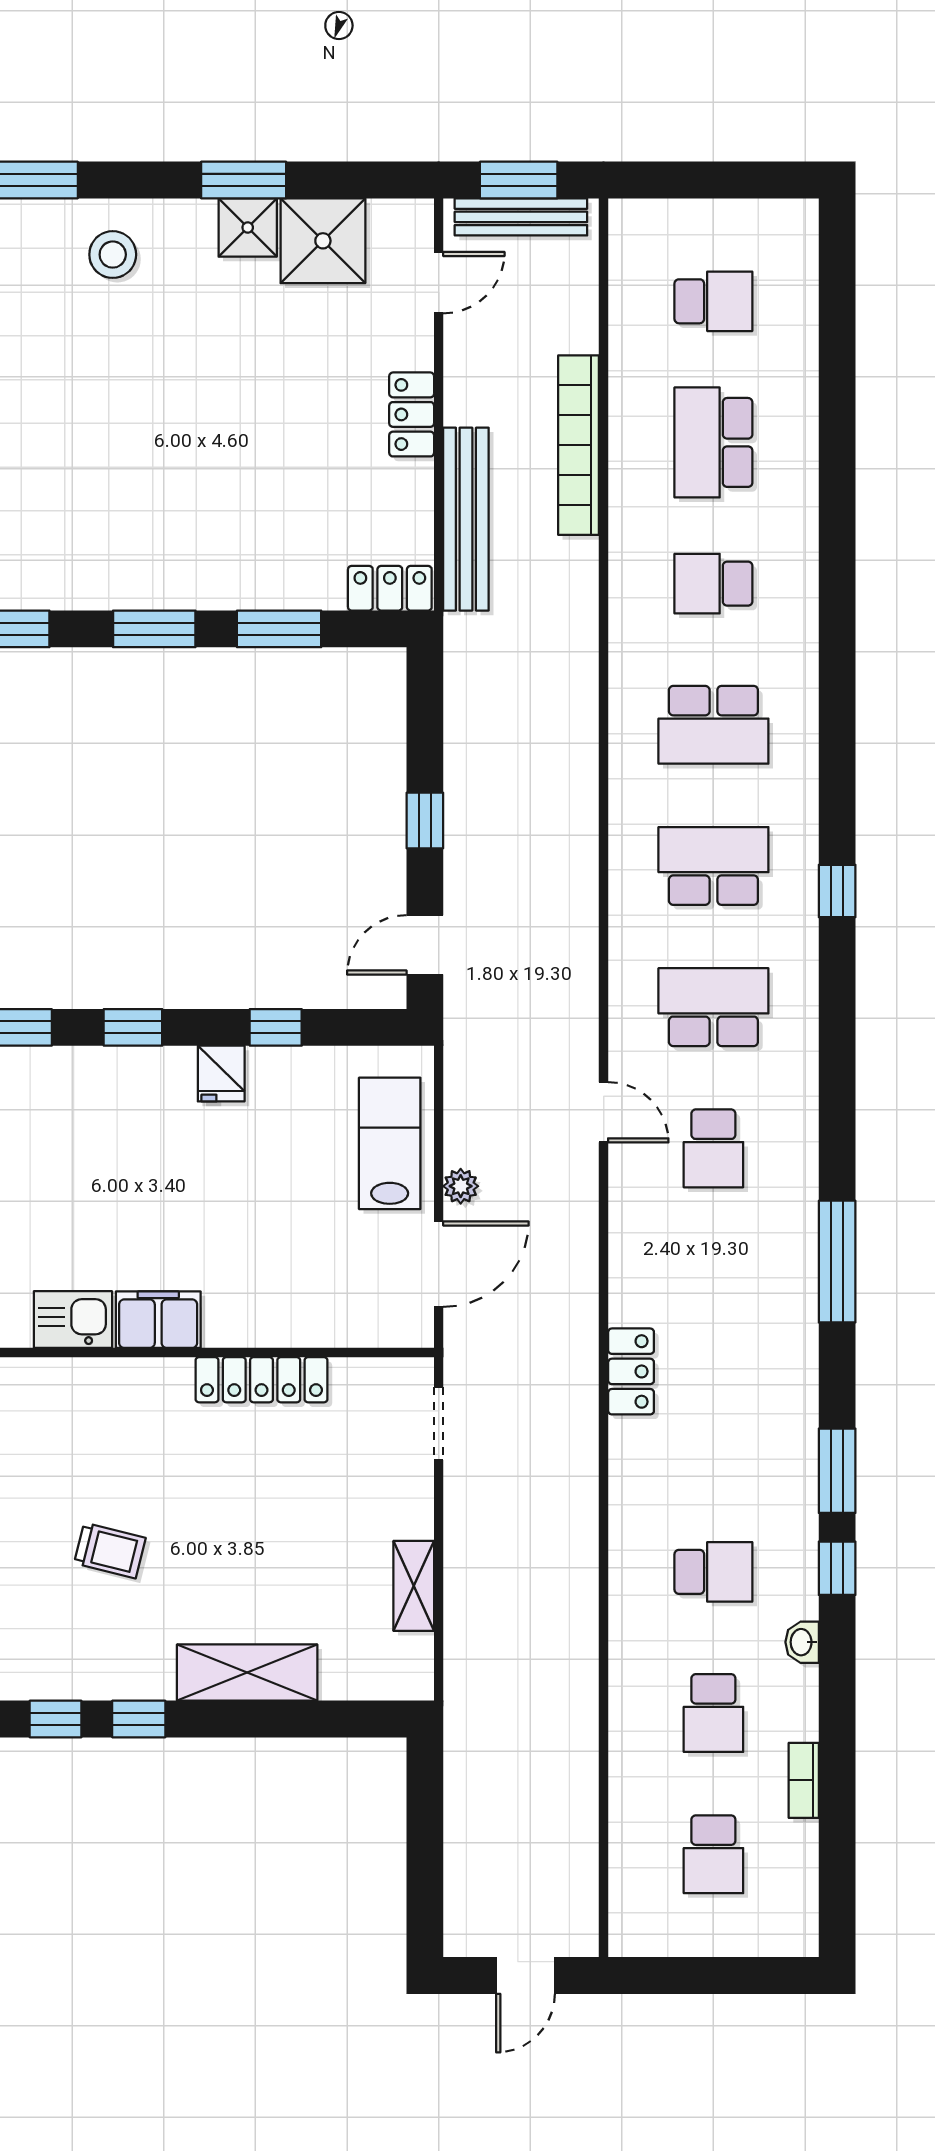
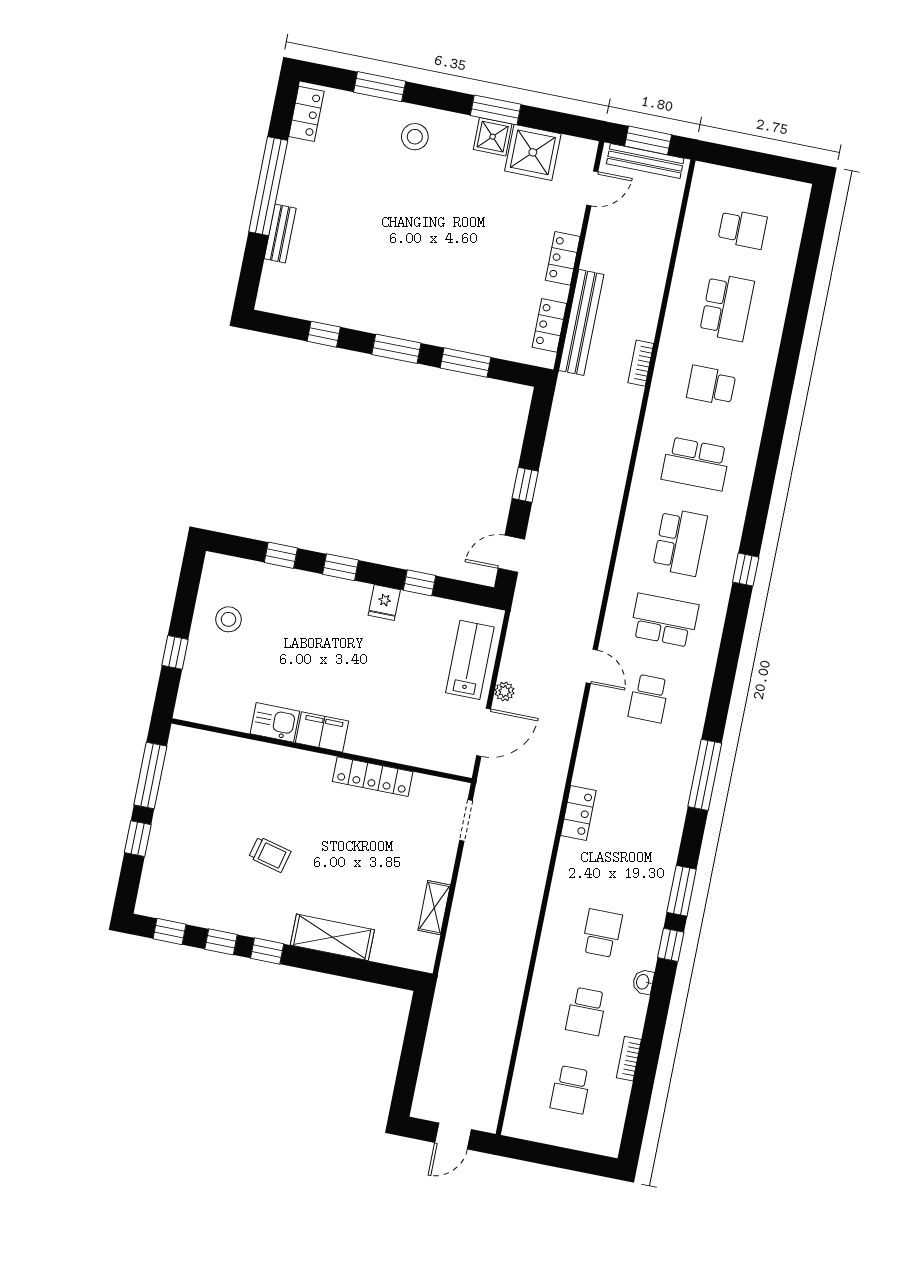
school desk: (713, 442) -> (727, 307), turned 180
bookcase: (579, 445) -> (641, 363), moved, width x0.43, depth x0.76
locker: (390, 588) -> (549, 325), moved, turned -90
school desk: (713, 866) -> (680, 542), turned 90
school desk: (713, 1572) -> (602, 933), turned -90

